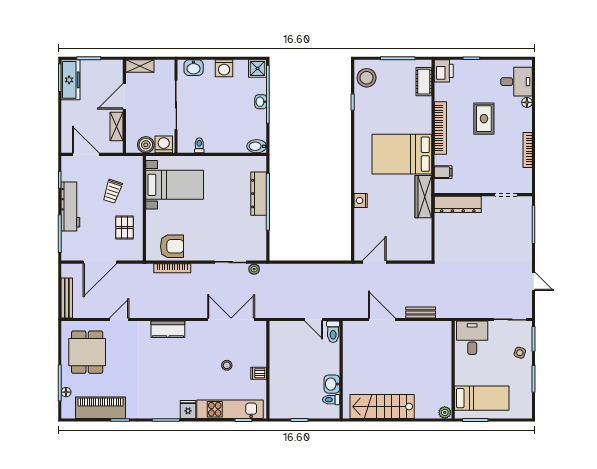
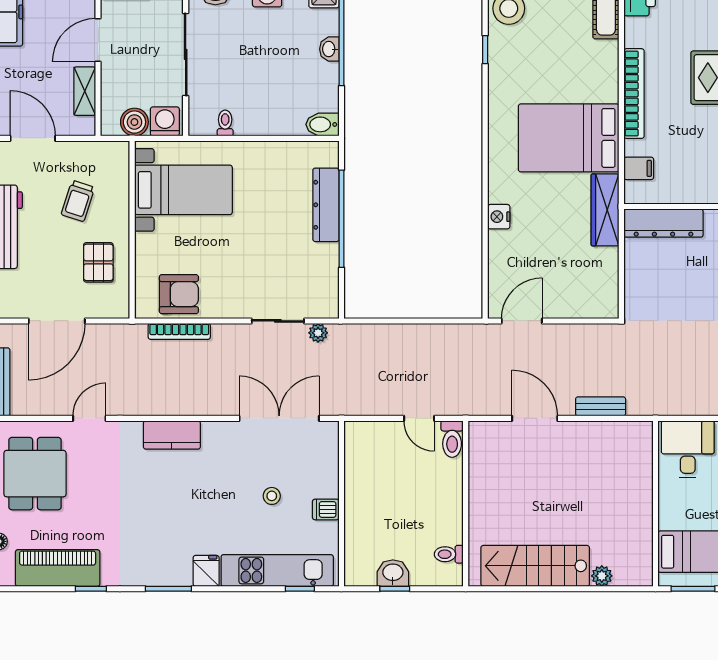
washbasin: (332, 384) -> (393, 573), moved, turned 90
plant: (445, 412) -> (602, 576), moved

